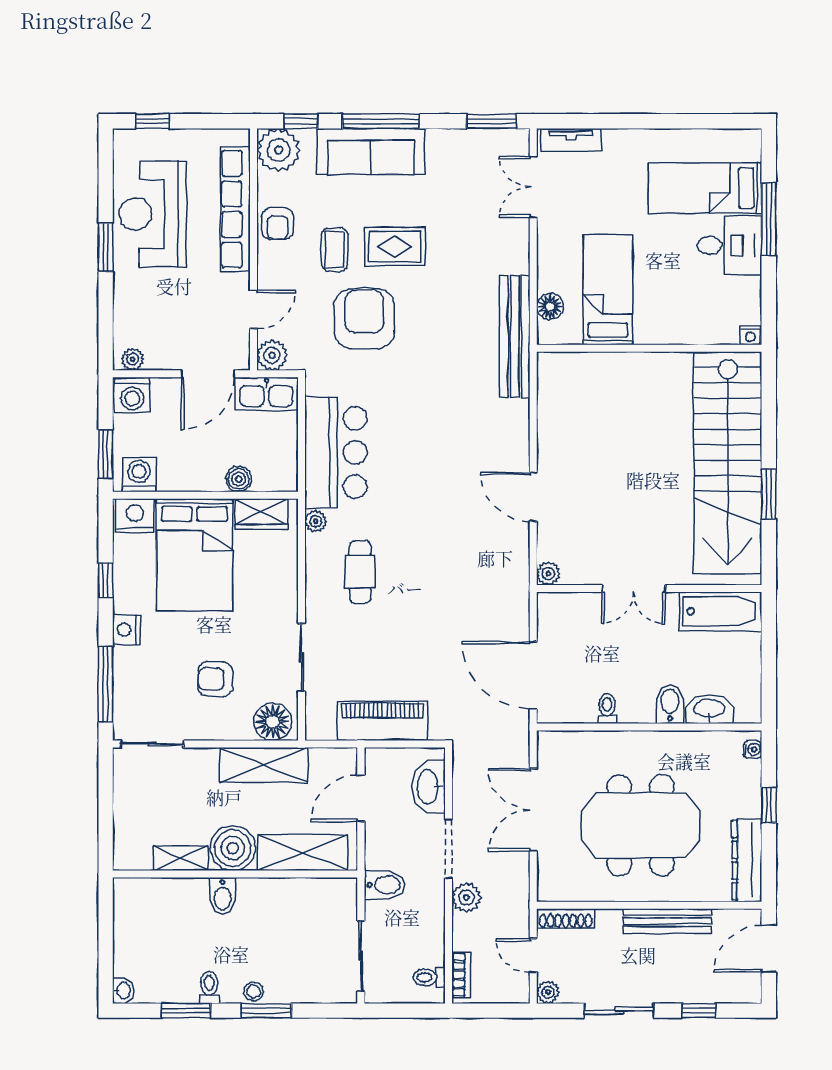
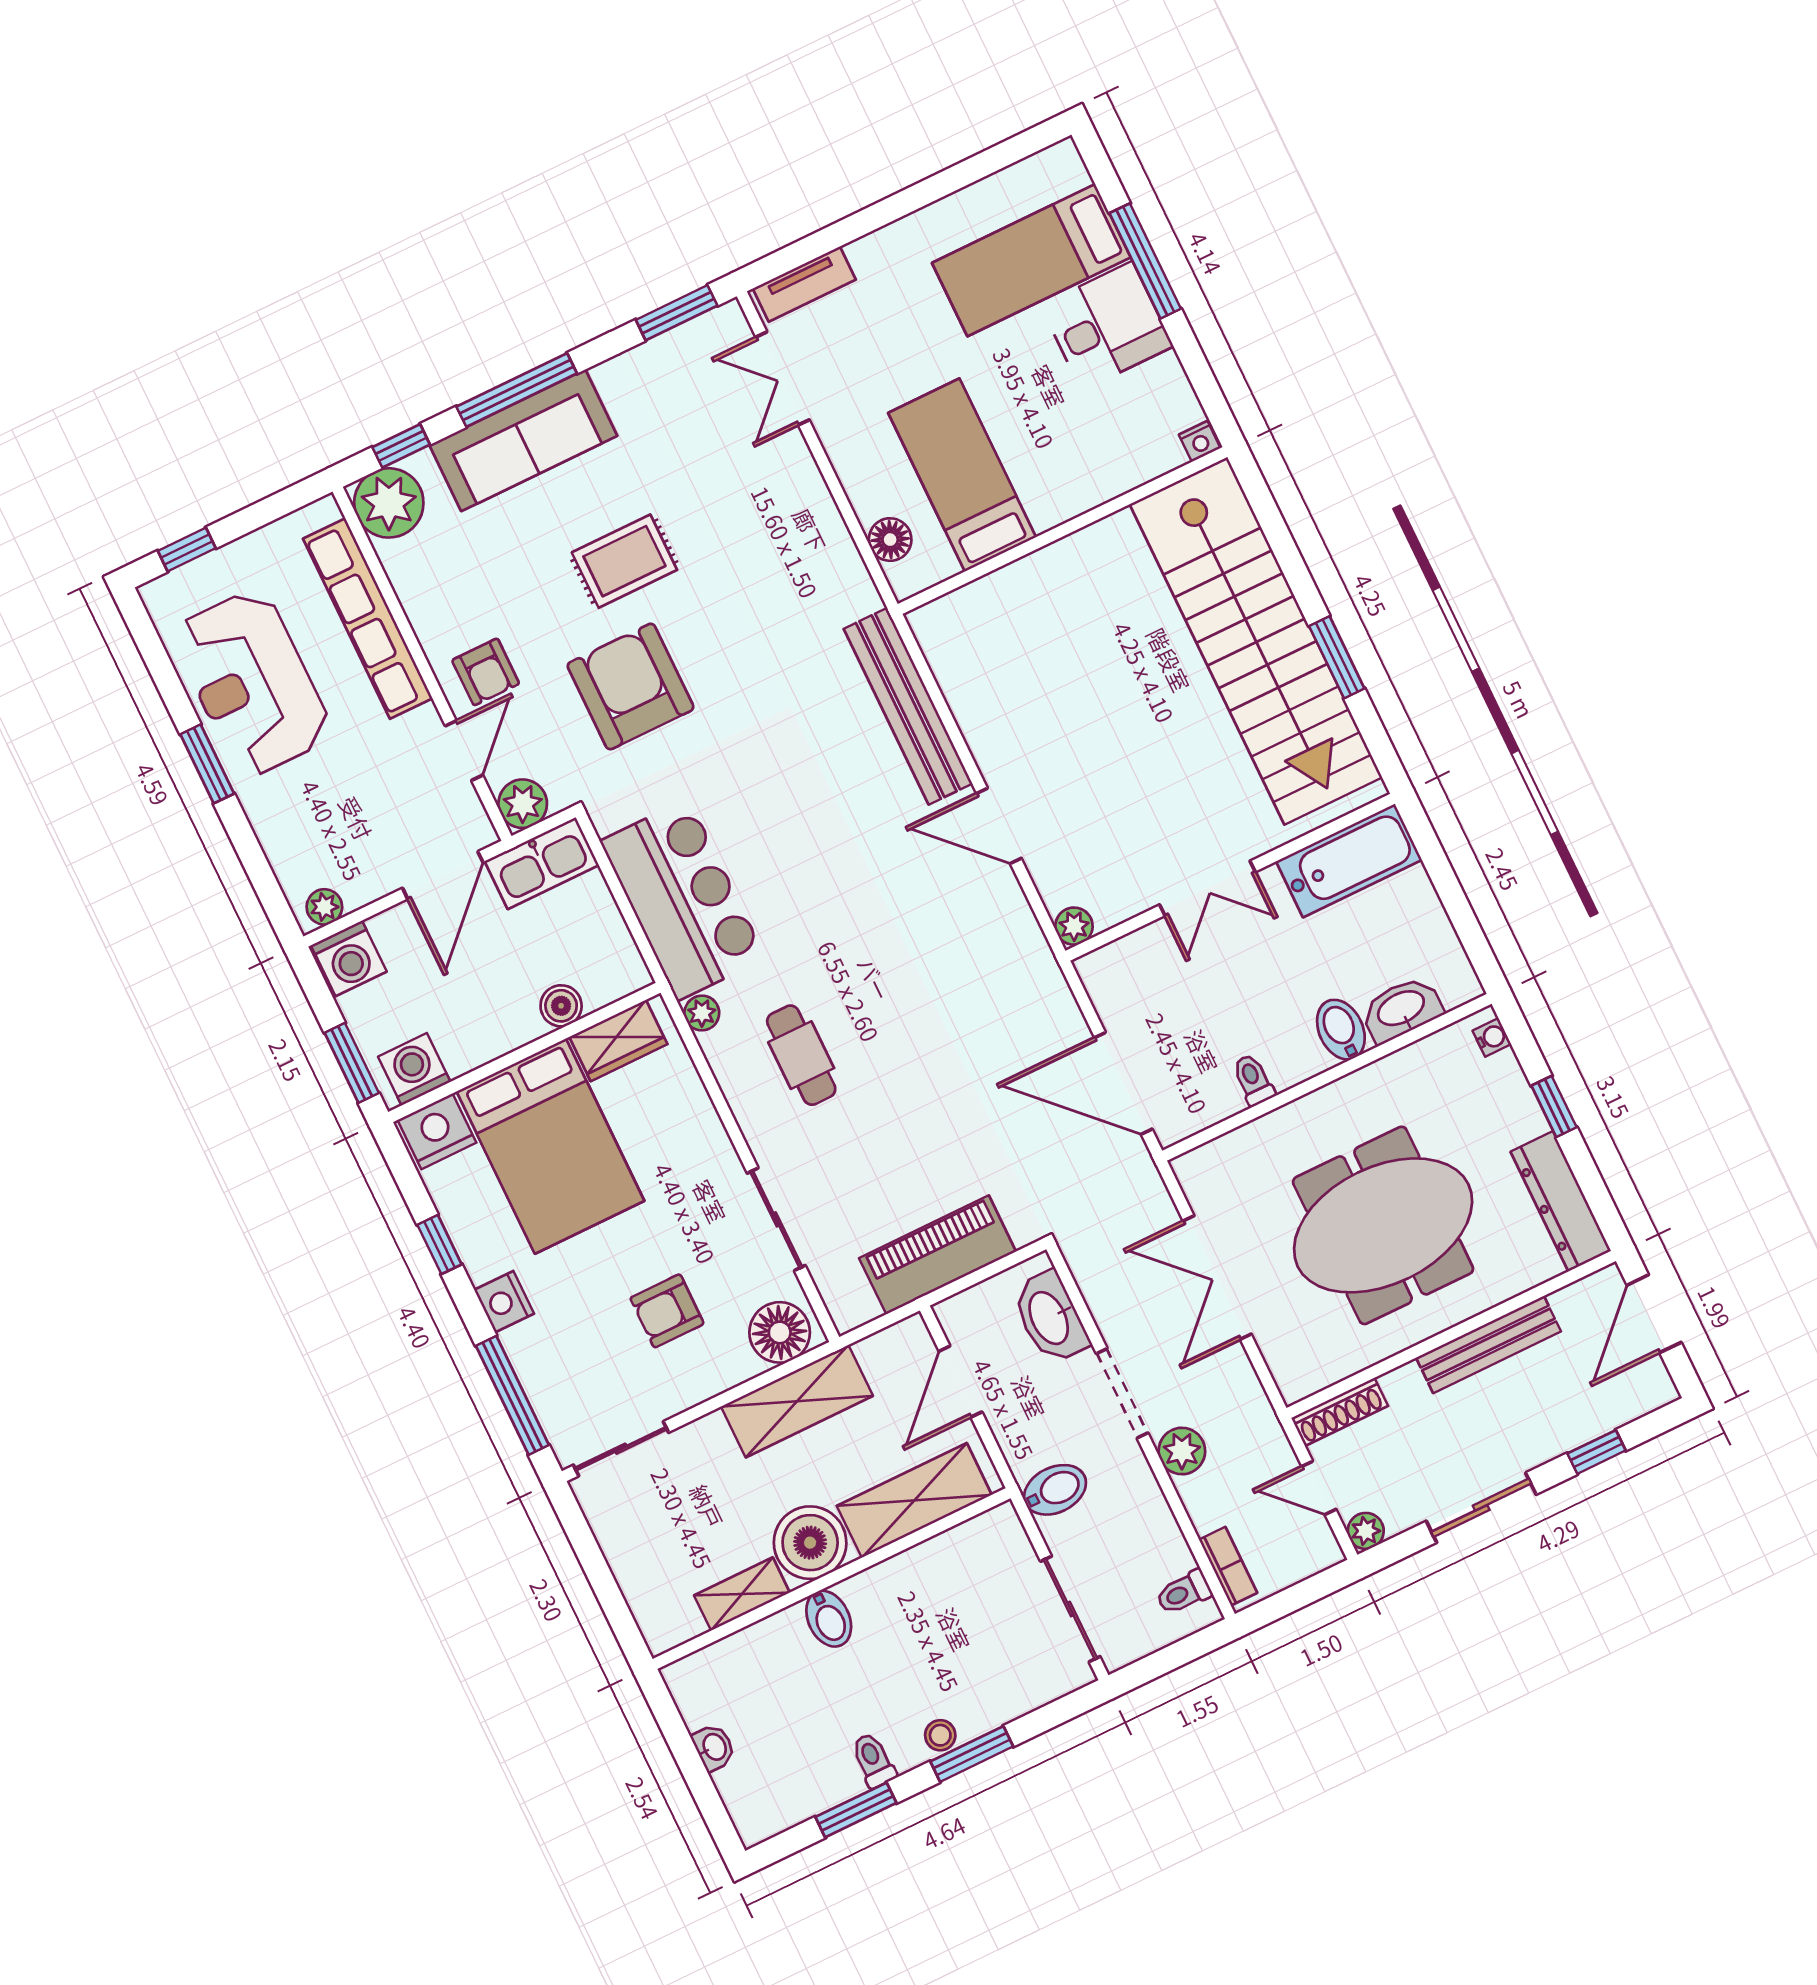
armchair: (277, 224) -> (486, 672), moved
coffee table: (334, 250) -> (539, 608), removed
bench: (515, 337) -> (908, 706), moved
washbasin: (123, 991) -> (714, 1747), moved

